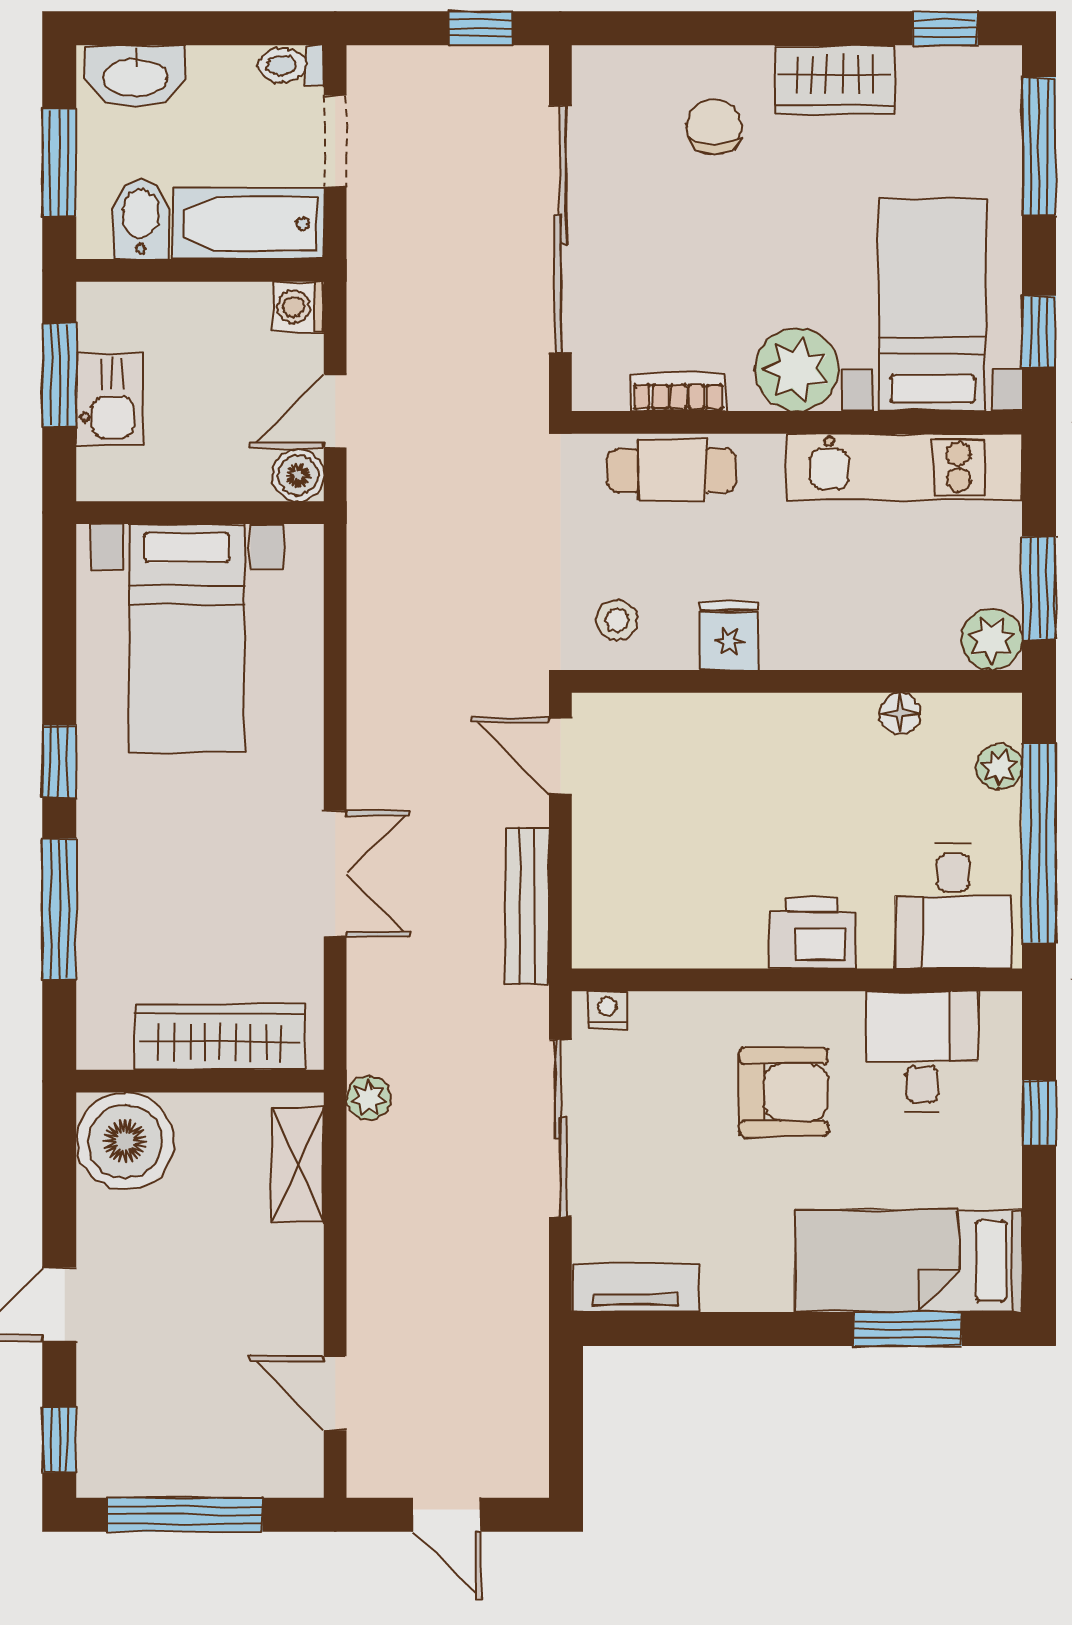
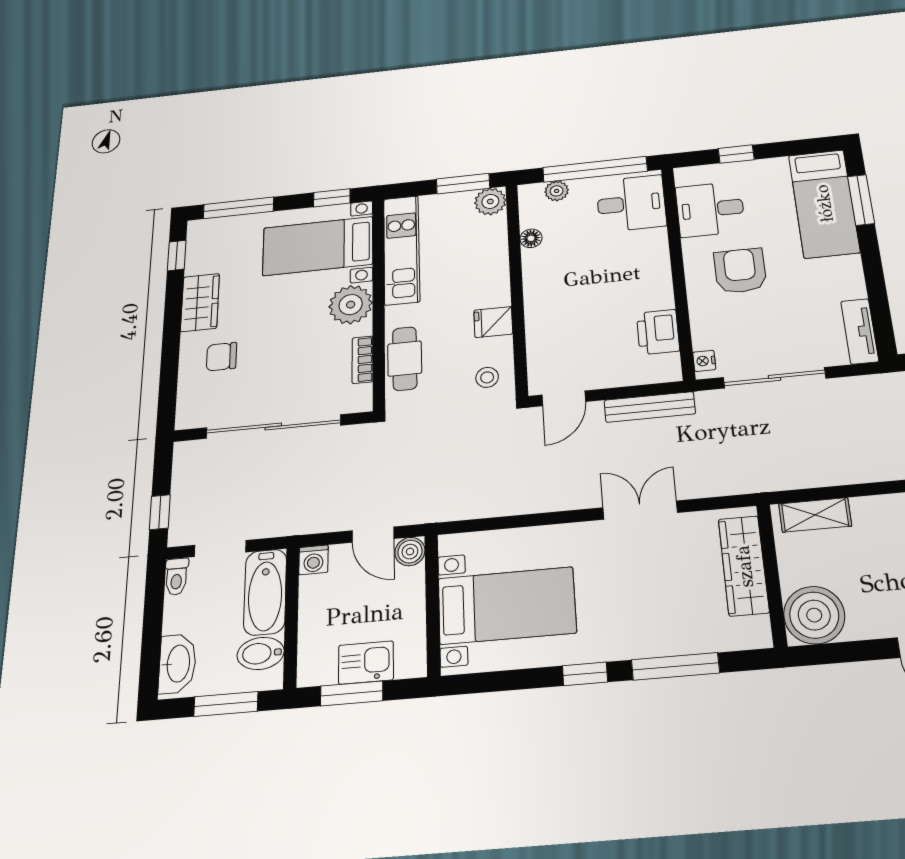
window: (480, 28) -> (160, 512), moved
printer: (812, 933) -> (658, 332), moved
plant: (369, 1098) -> (770, 480), removed

